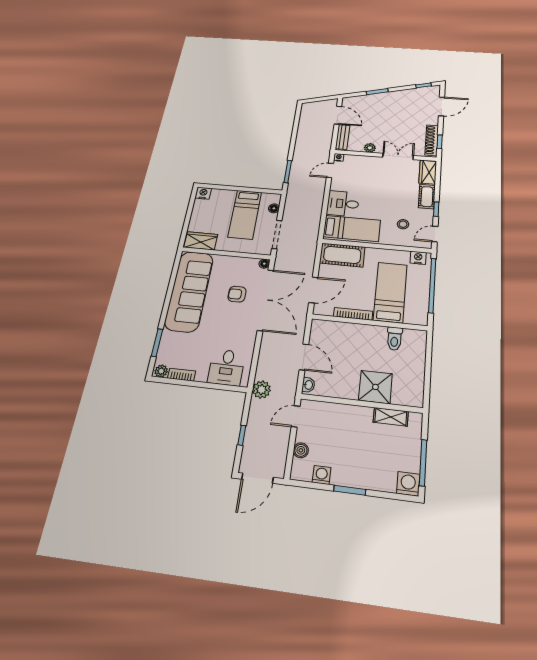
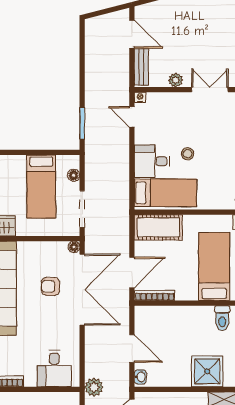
door: (330, 170) -> (132, 117), hinge flipped
stool: (403, 224) -> (188, 154), moved
bookcase: (353, 314) -> (155, 296), moved

